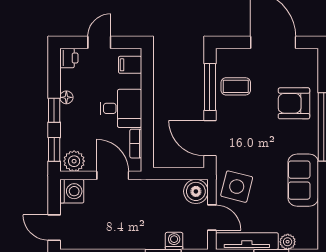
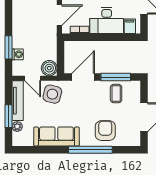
desk: (121, 108) -> (107, 20), width x1.37
sofa: (303, 180) -> (56, 136), width x1.36
door: (212, 217) -> (33, 78), hinge flipped

